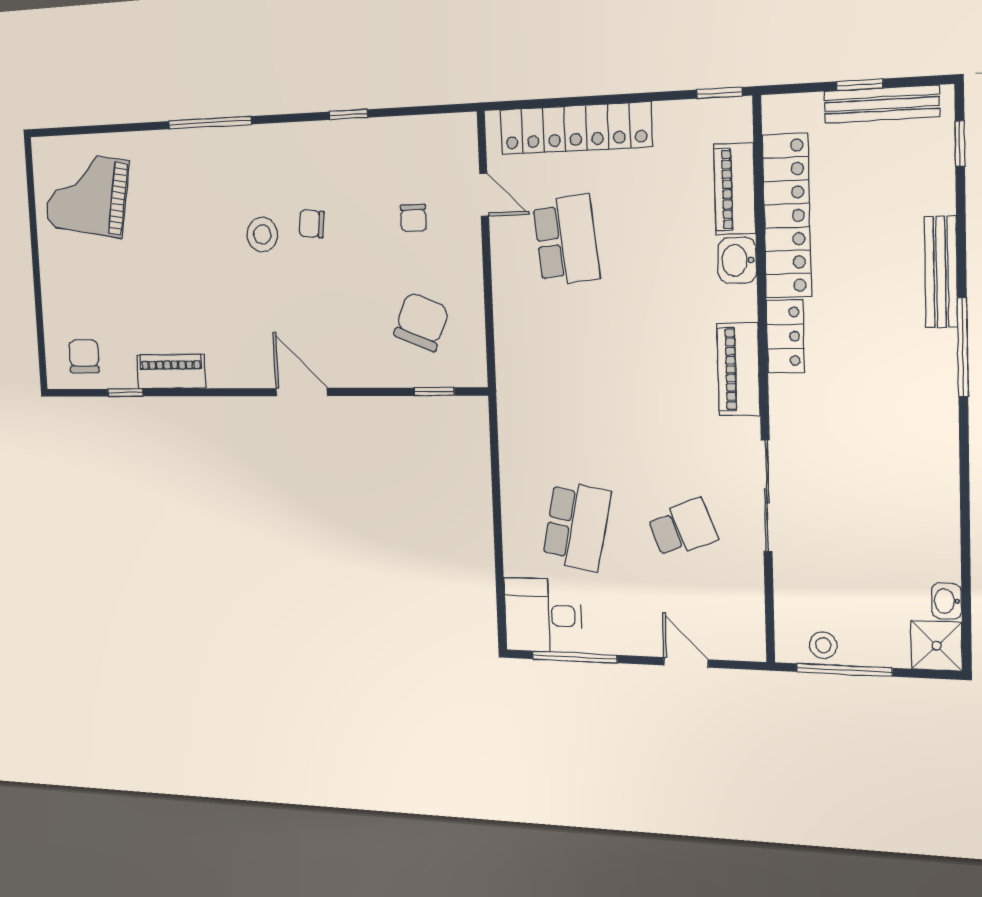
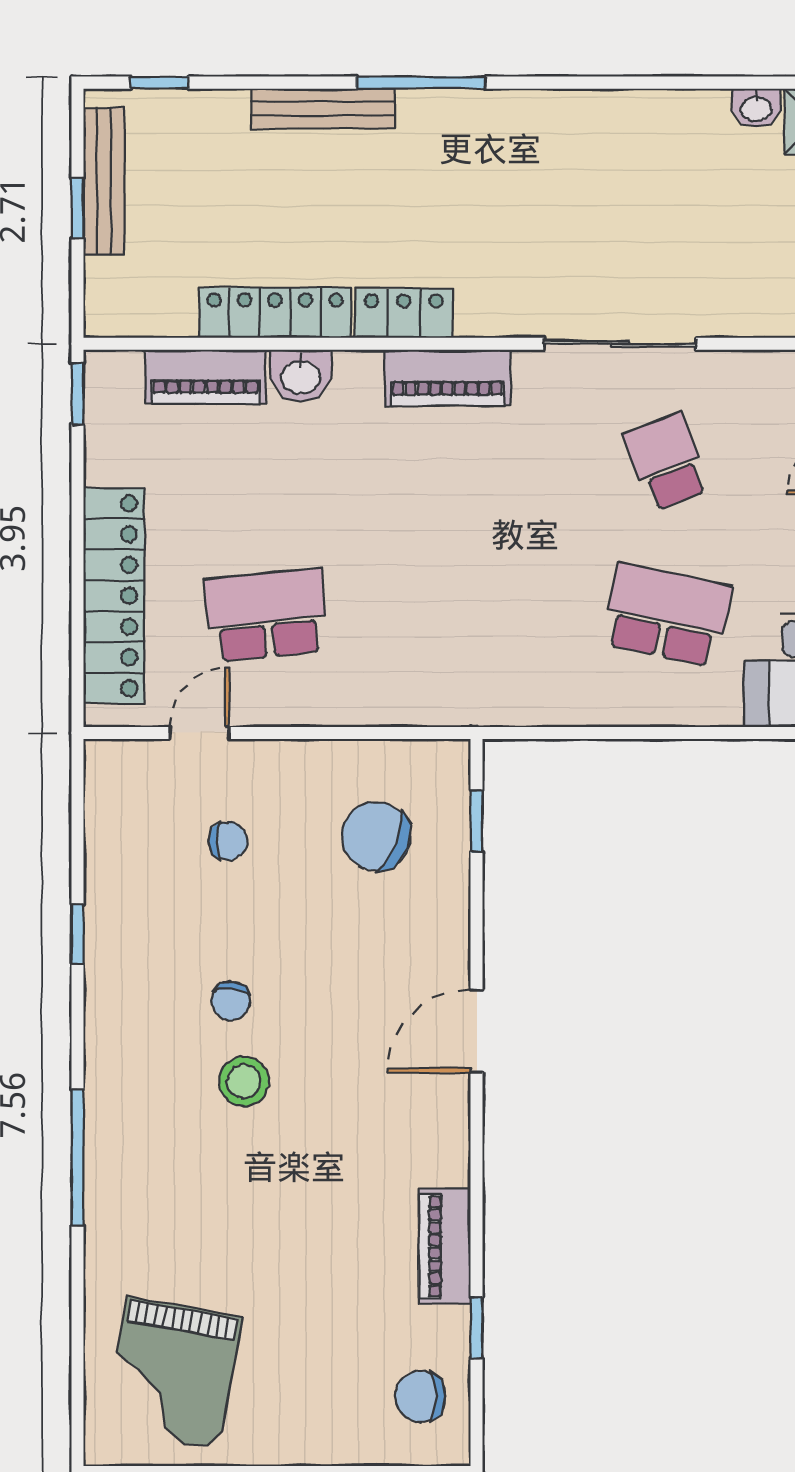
locker: (787, 216) -> (275, 313), width x0.71, depth x0.83

